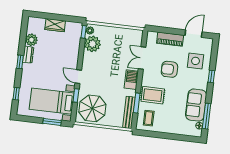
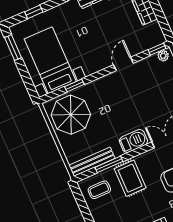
plant: (92, 44) -> (149, 68), removed
door: (78, 77) -> (123, 64), moved
window: (52, 122) -> (13, 48), moved

